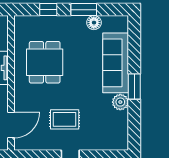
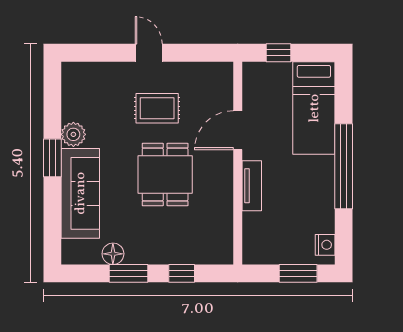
dining table: (45, 62) -> (165, 174), moved
door: (11, 125) -> (238, 130), moved

